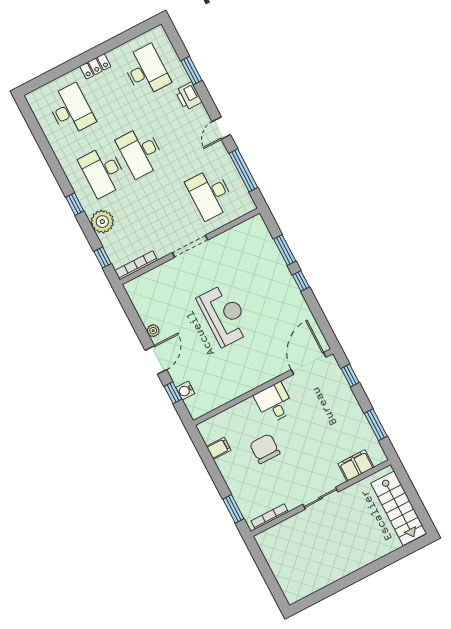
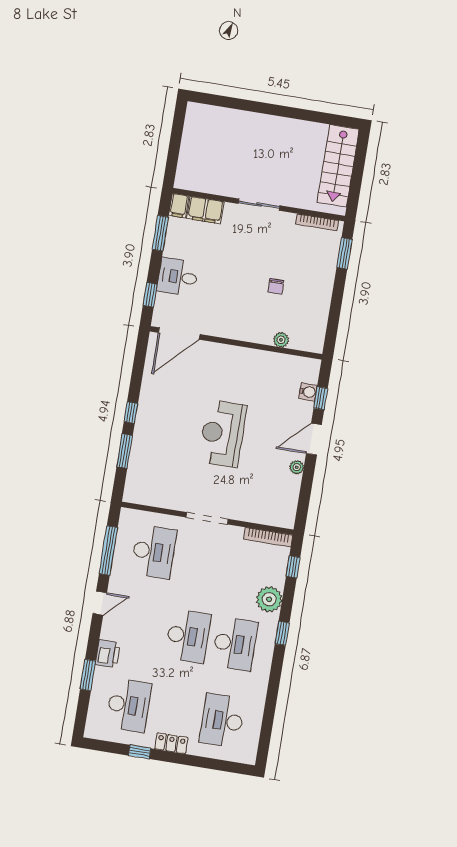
window: (113, 43) -> (140, 752), added
desk: (146, 71) -> (129, 705), turned 180
desk: (274, 403) -> (178, 277), moved, turned 90
plant: (232, 413) -> (281, 340), added
filing cabinet: (219, 448) -> (179, 206), moved, turned -90
chair: (265, 449) -> (276, 286), width x0.54, depth x0.54
stairs: (399, 508) -> (338, 166), moved, turned 180

